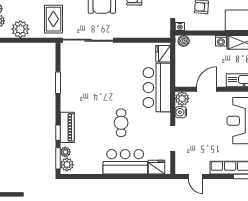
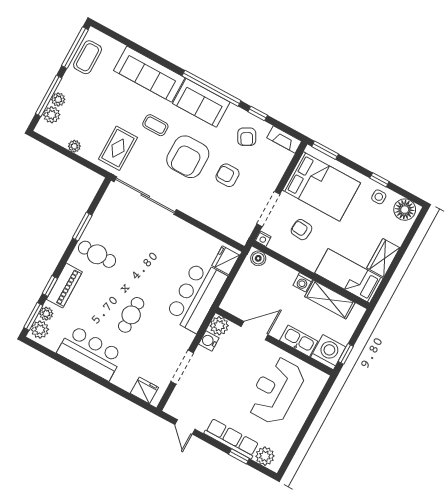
plant: (20, 29) -> (74, 146), width x0.53, depth x0.53
cafe table: (77, 95) -> (97, 254), added
bar counter: (125, 162) -> (90, 353), moved

